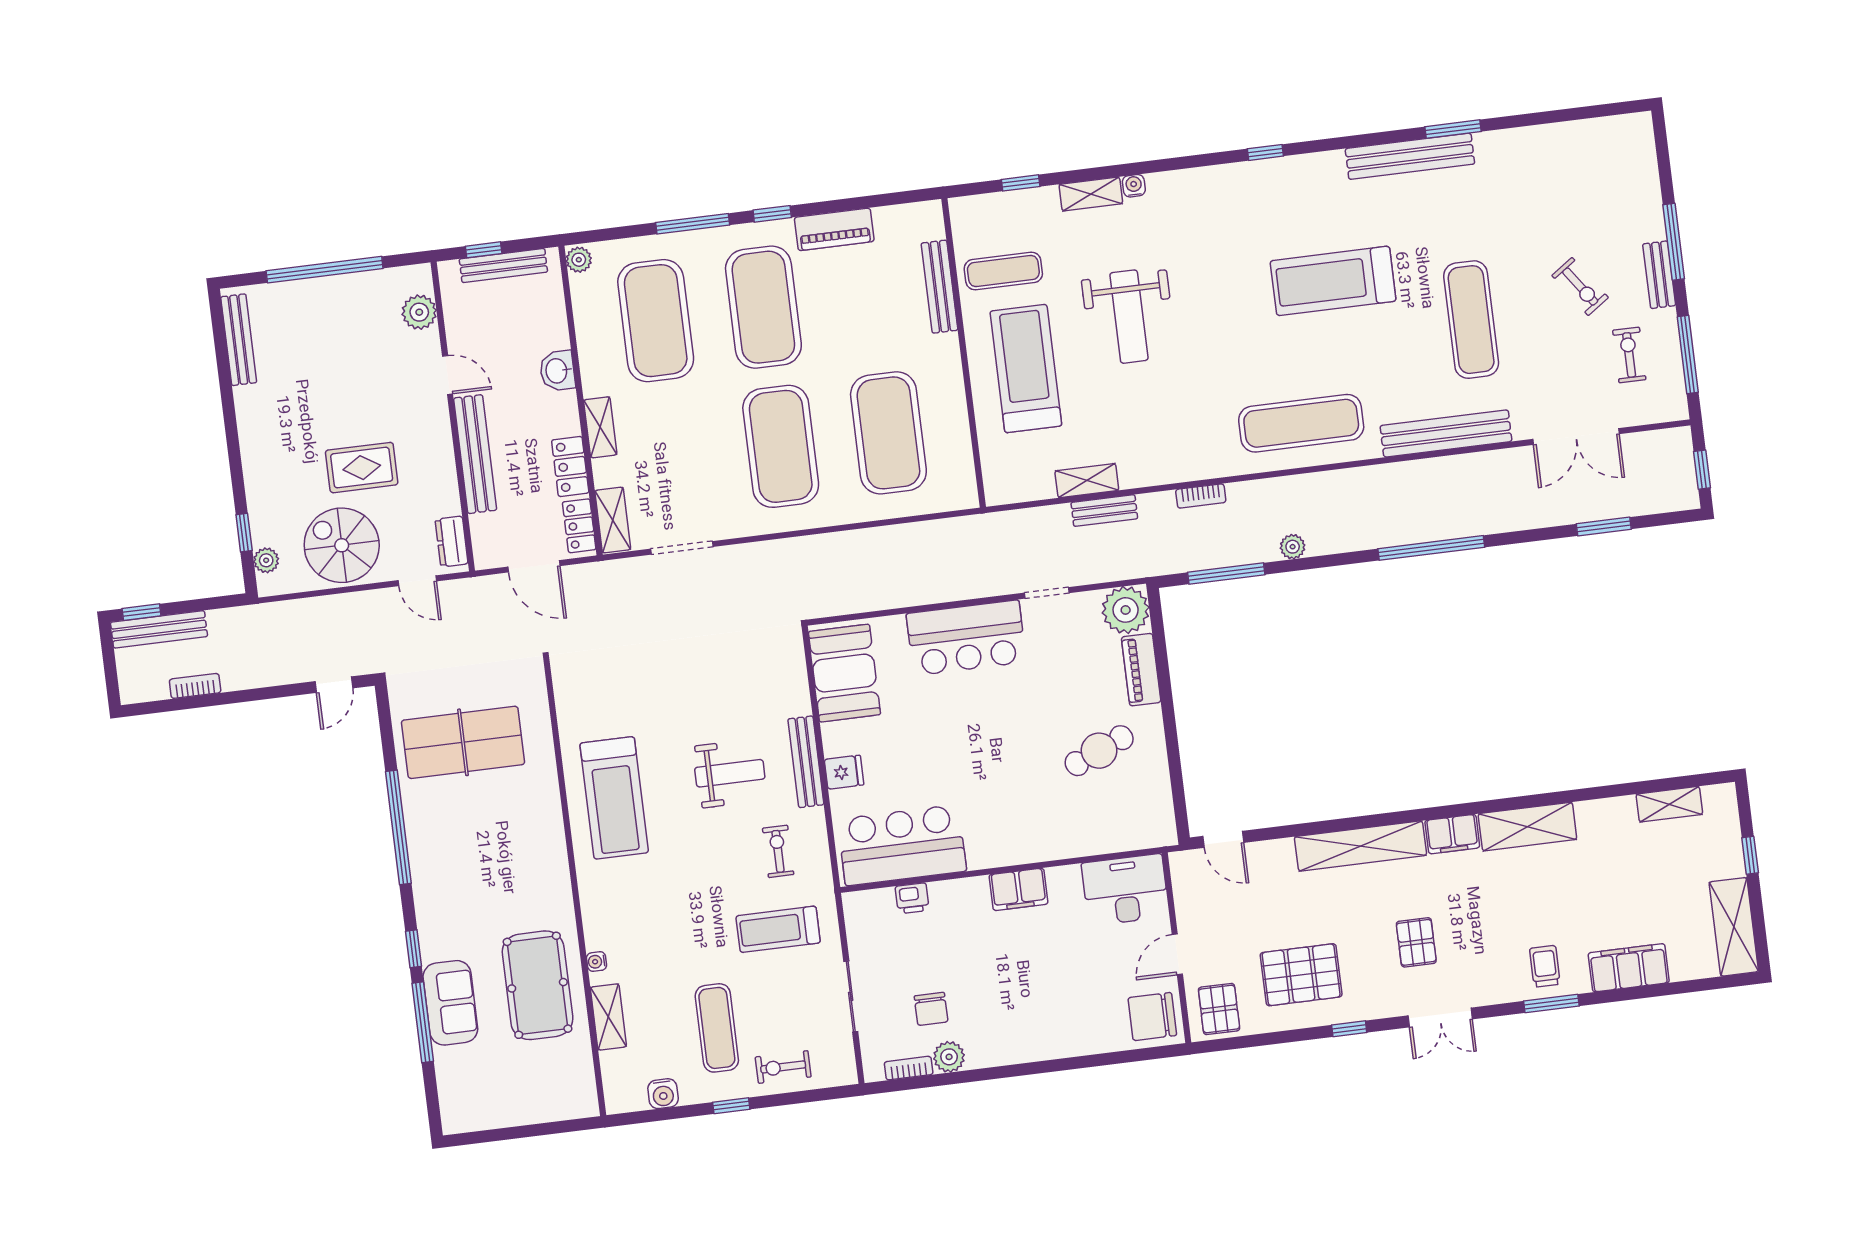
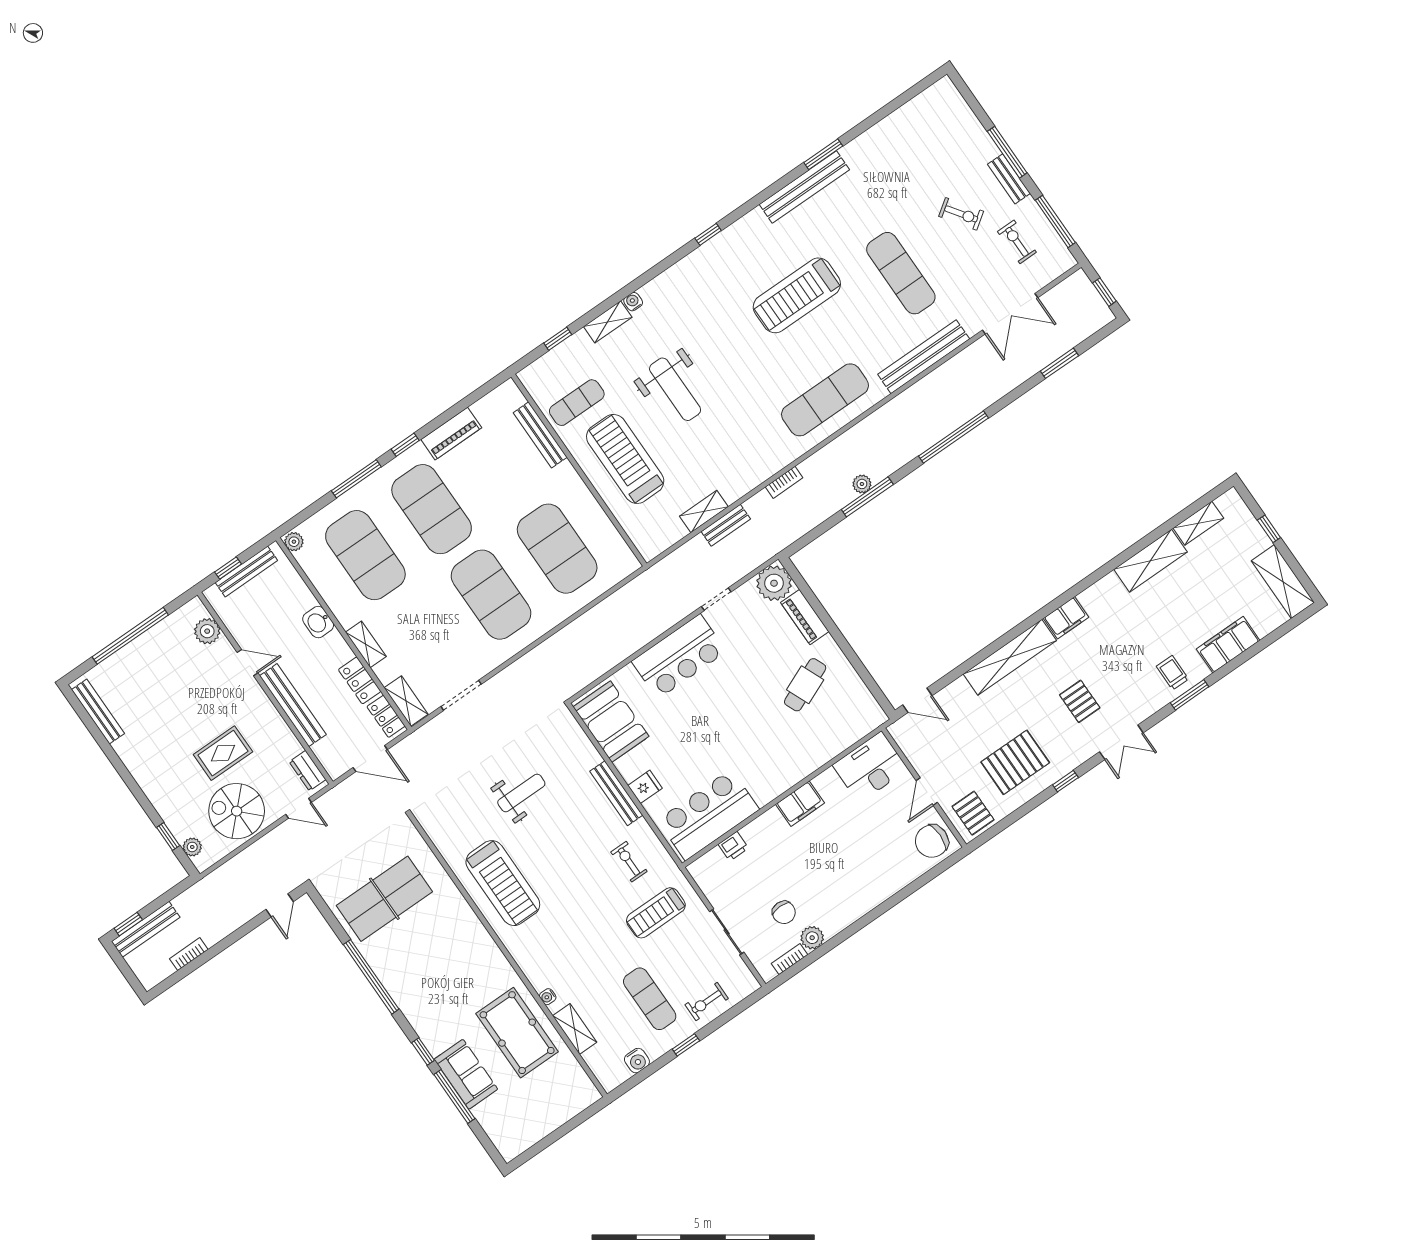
window: (1226, 574) -> (867, 497), moved
weight bench: (730, 773) -> (521, 793), moved
shelving: (1527, 827) -> (1151, 561), moved

